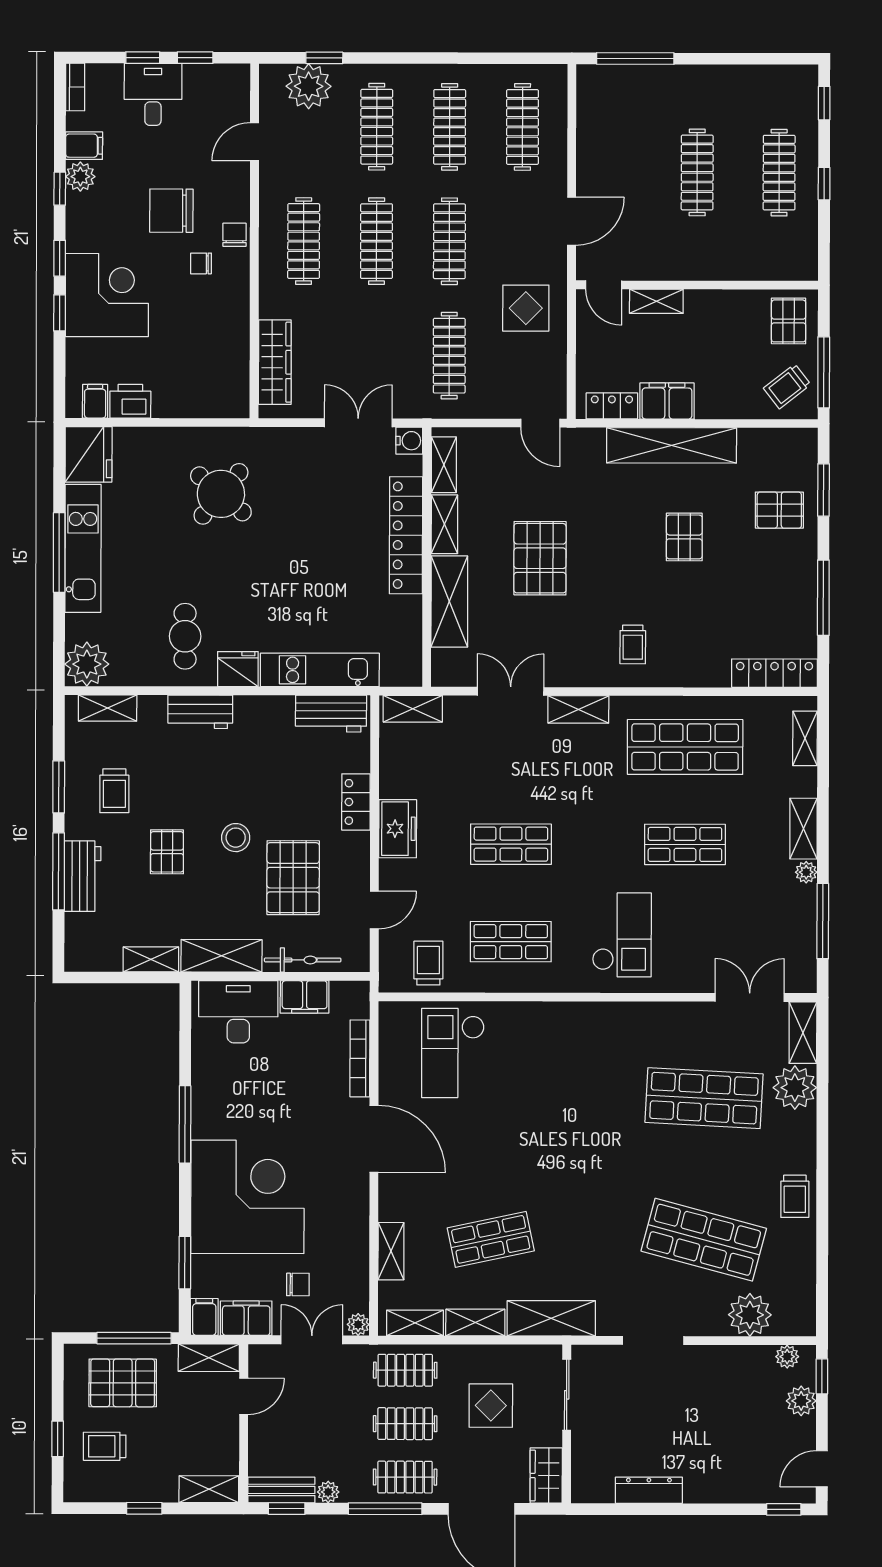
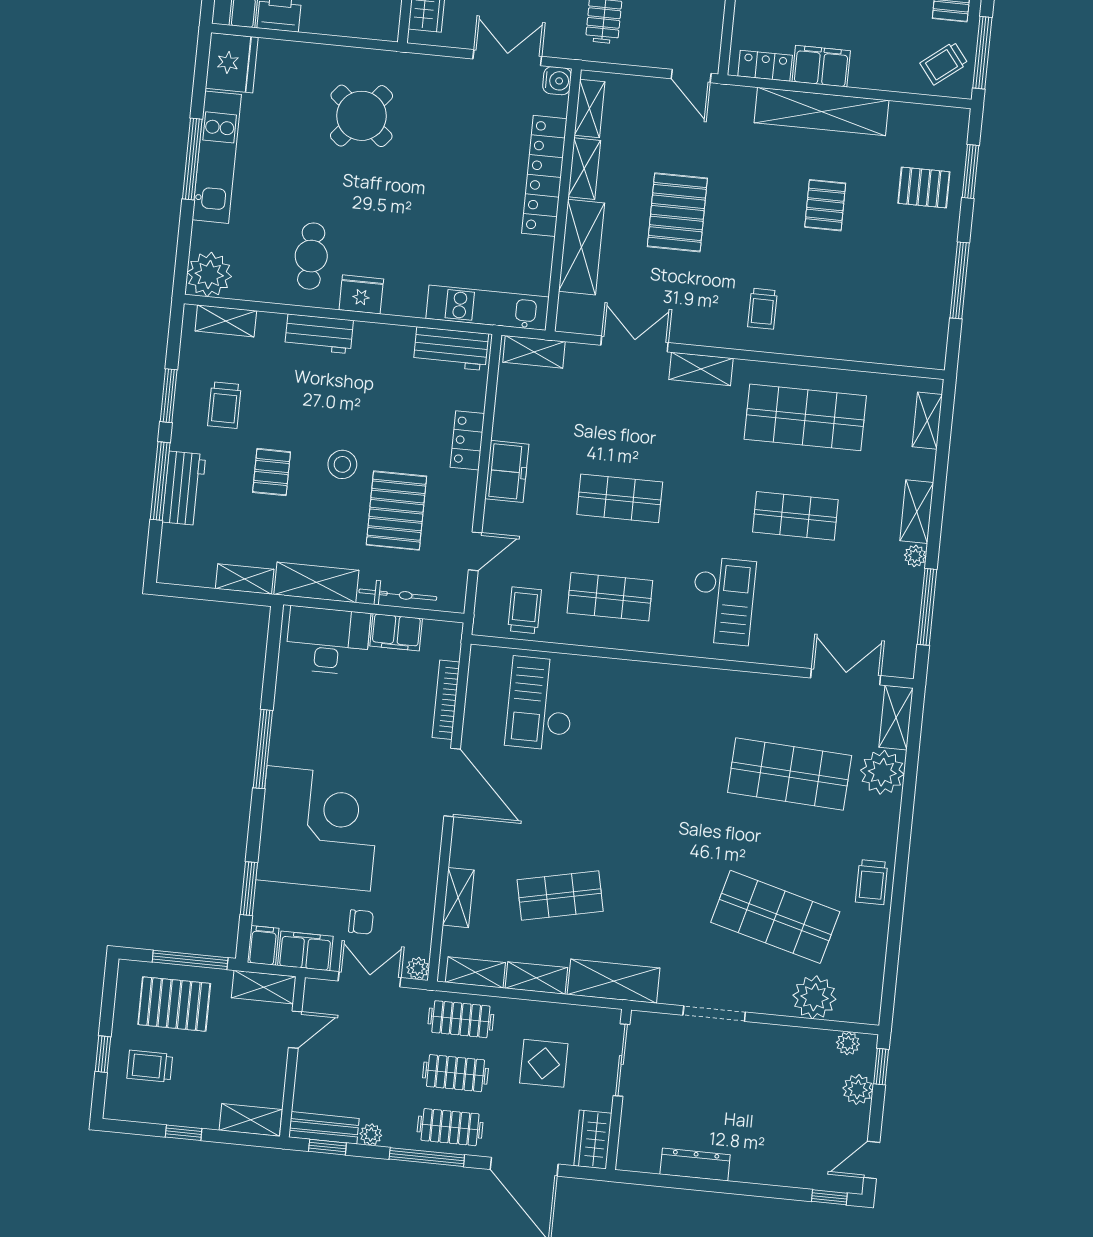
kitchen unit: (320, 670) -> (487, 308), moved
locker: (775, 673) -> (903, 352), removed

